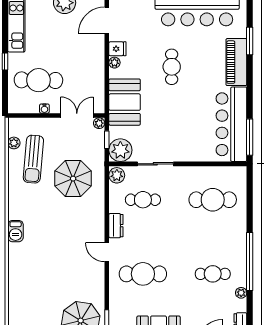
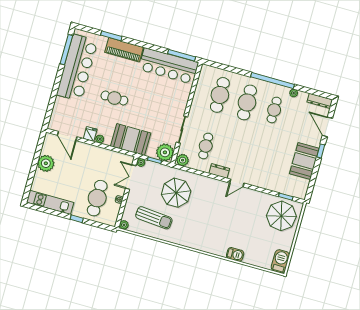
plant: (14, 143) -> (124, 225), moved
barbecue: (16, 231) -> (235, 254), moved
cafe table: (143, 274) -> (247, 102), moved

